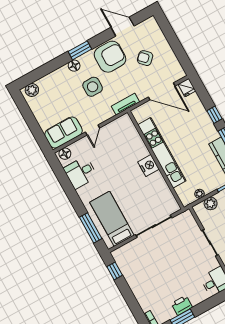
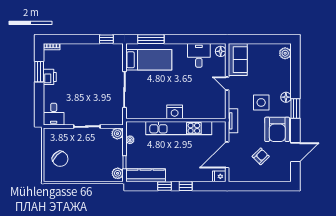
plant: (211, 203) -> (117, 134), moved

